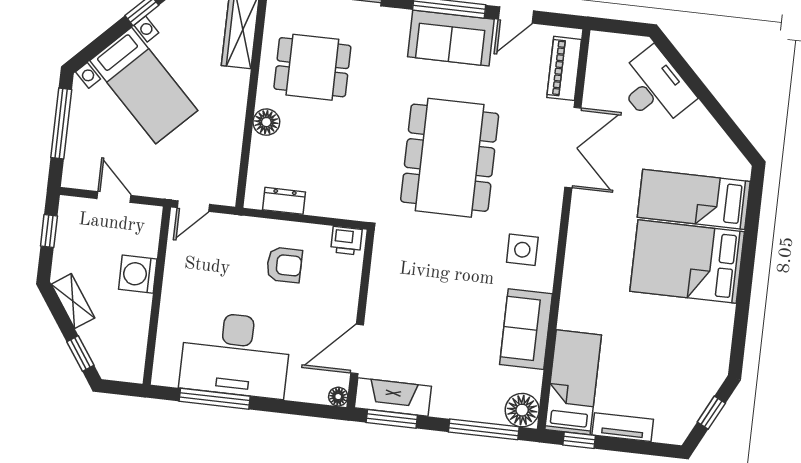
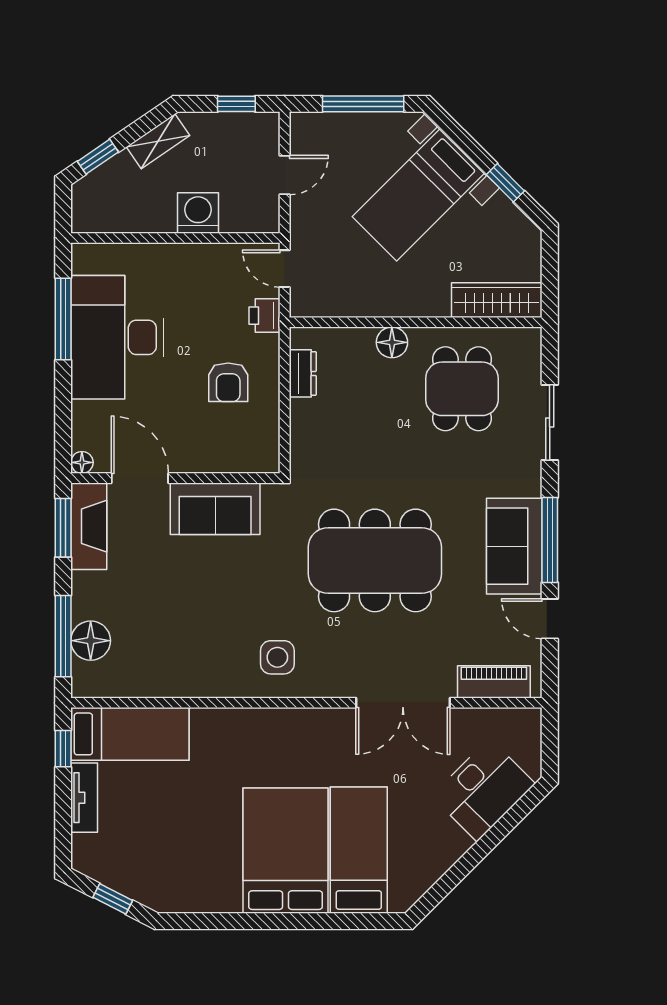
printer: (346, 241) -> (265, 316), moved
sofa: (526, 329) -> (215, 509), moved, turned 180
floor lamp: (522, 410) -> (91, 641), moved

